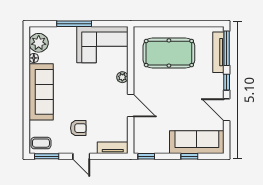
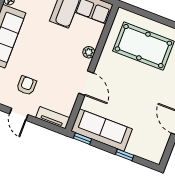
armchair: (78, 128) -> (26, 86), turned -90
sofa: (197, 142) -> (102, 130), moved

